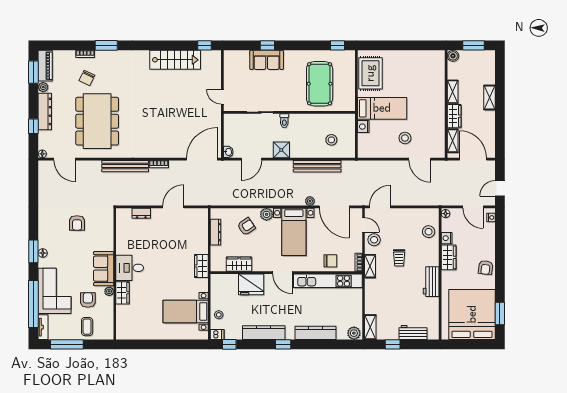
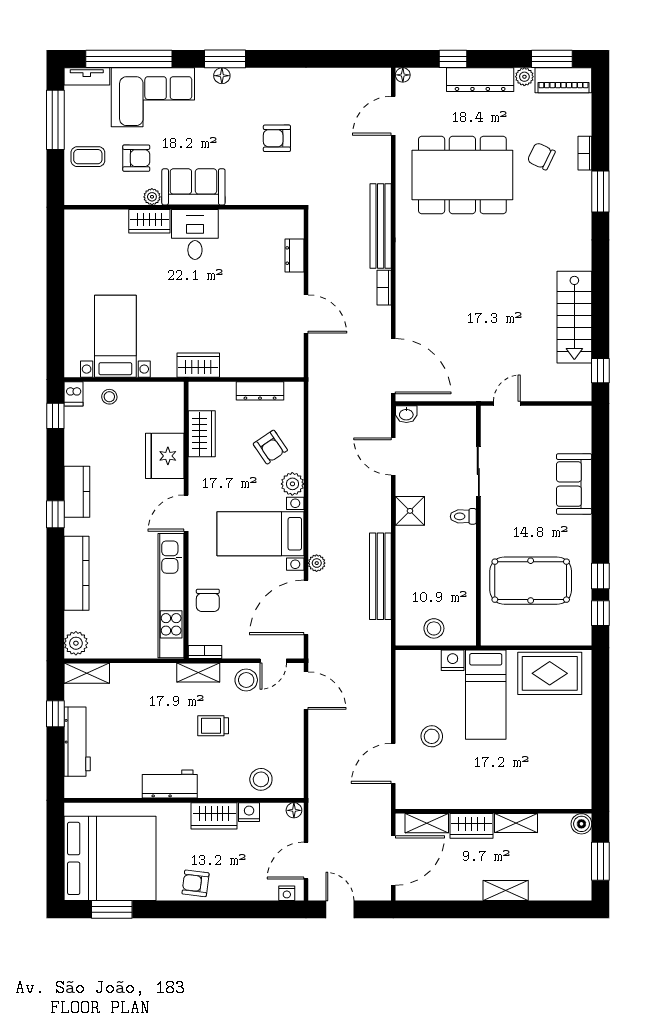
window: (267, 45) -> (600, 576), moved
stool: (331, 140) -> (434, 628), moved
workbench: (413, 332) -> (77, 742), width x1.37
kitchen counter: (264, 333) -> (77, 492), width x0.67

